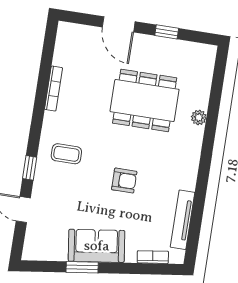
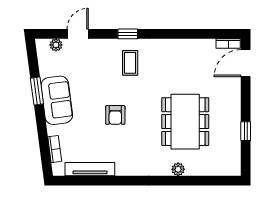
door: (119, 24) -> (246, 63), moved
bookcase: (53, 89) -> (228, 43), moved, width x0.64
window: (30, 168) -> (128, 34), moved
plant: (32, 237) -> (56, 45), added

